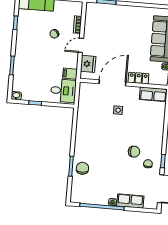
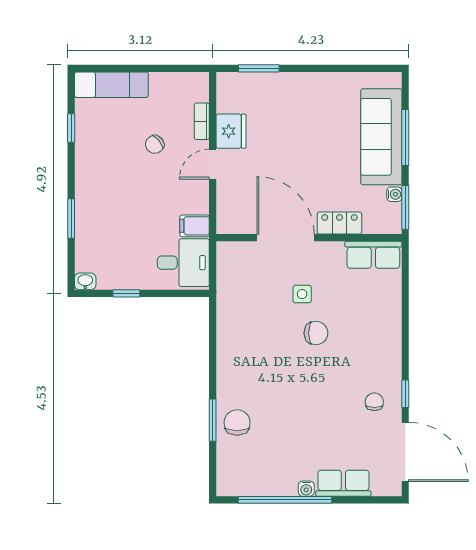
fridge: (88, 64) -> (231, 131), moved
door: (112, 83) -> (286, 238), hinge flipped
chair: (134, 152) -> (316, 333), moved

